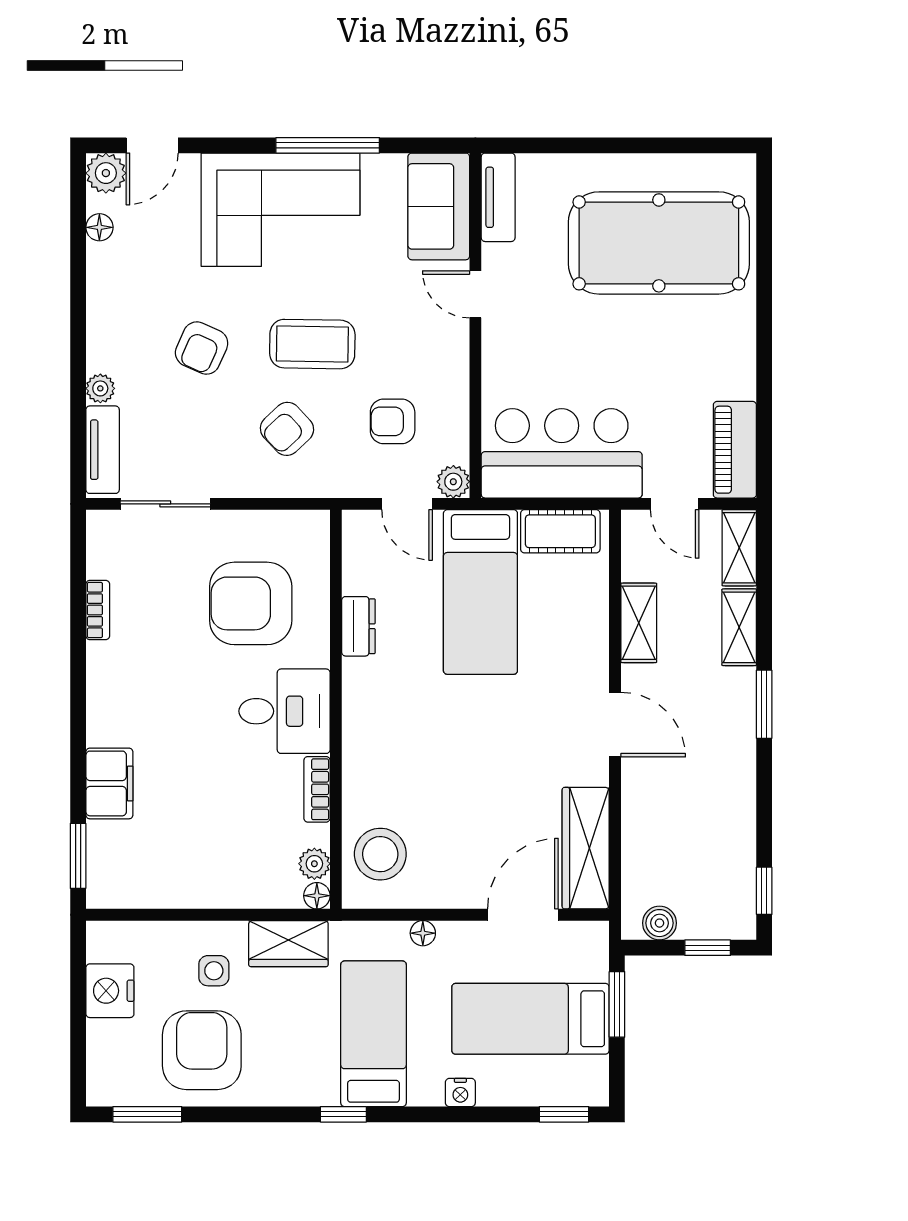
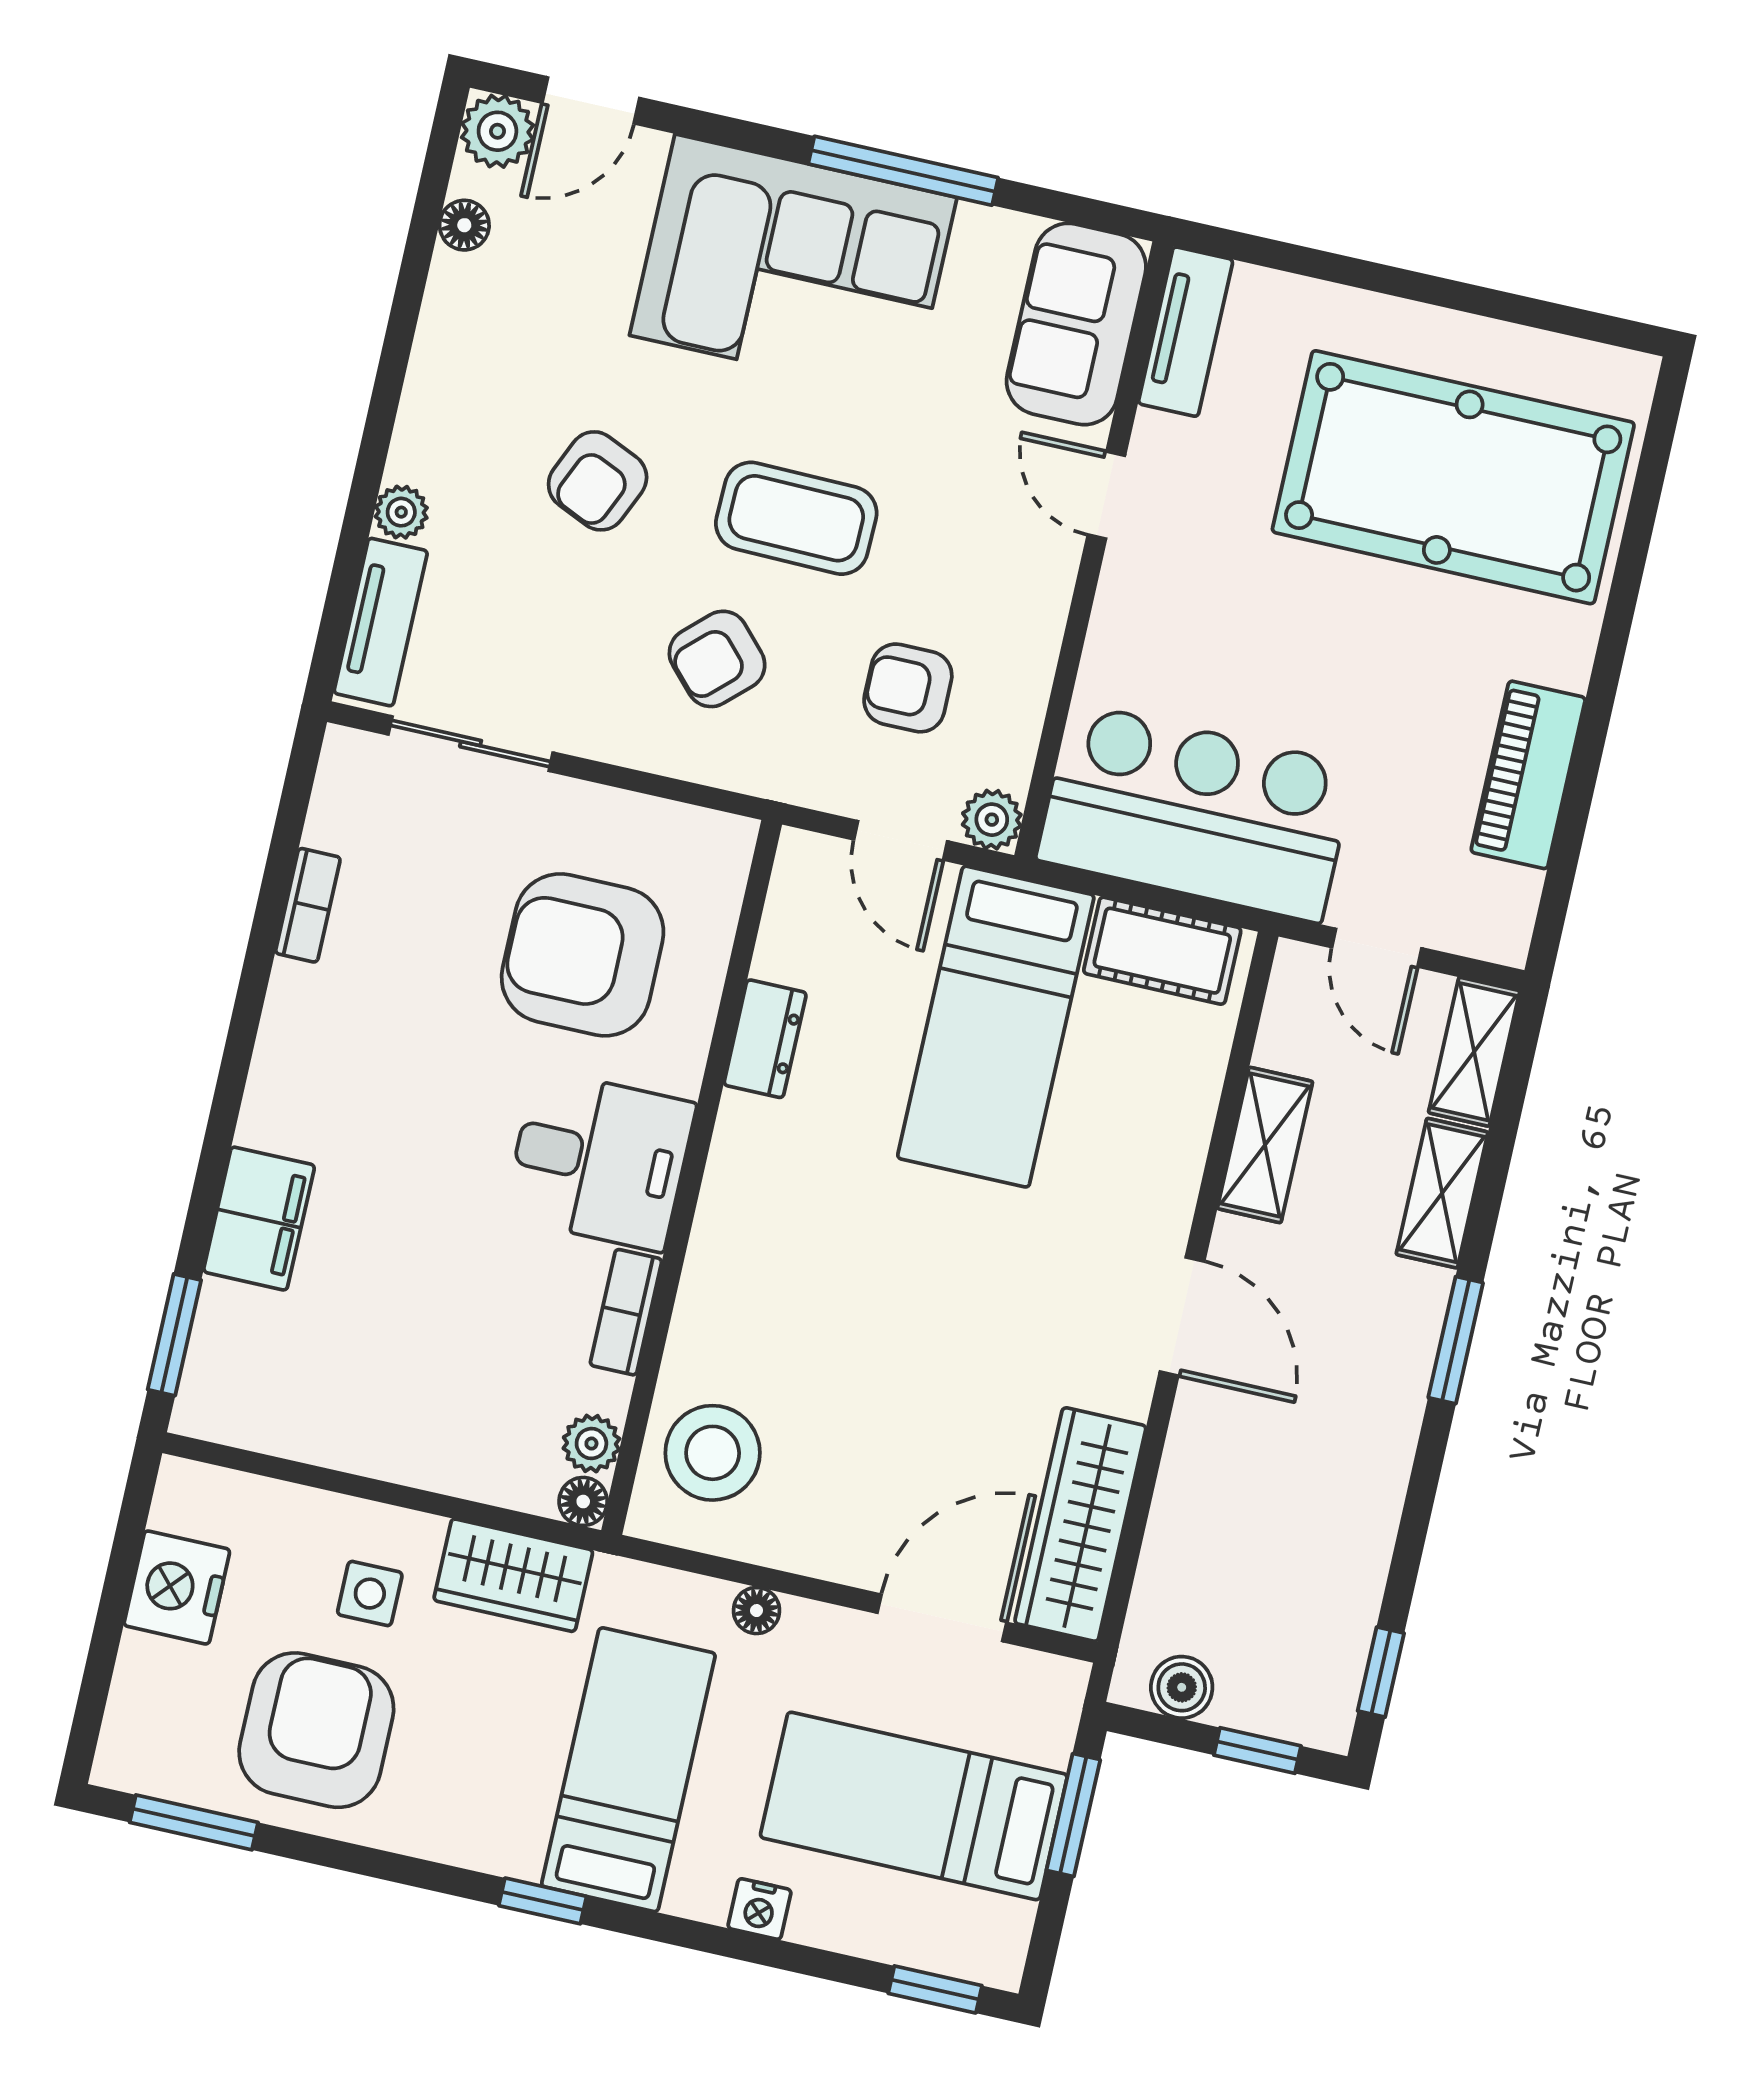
piano: (735, 450) -> (1528, 775), moved

